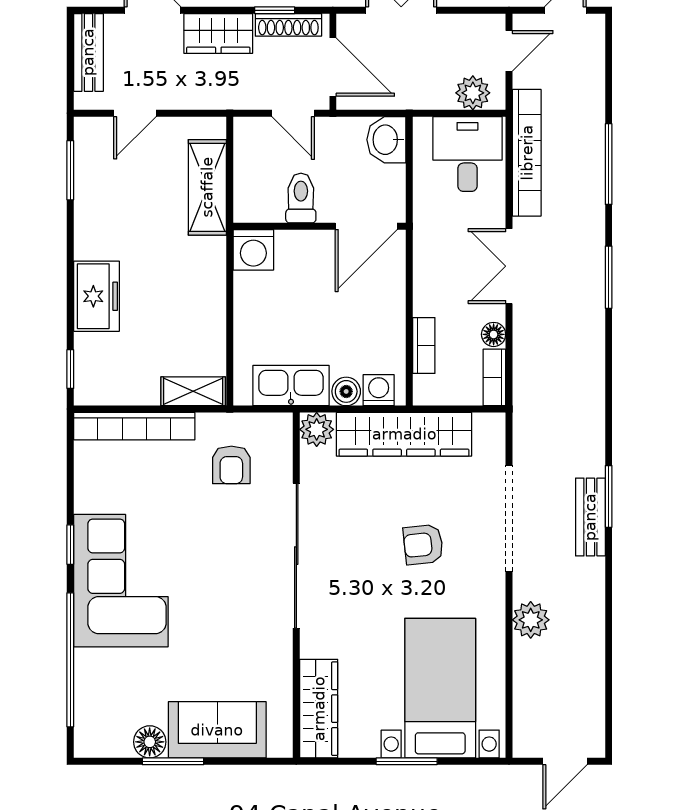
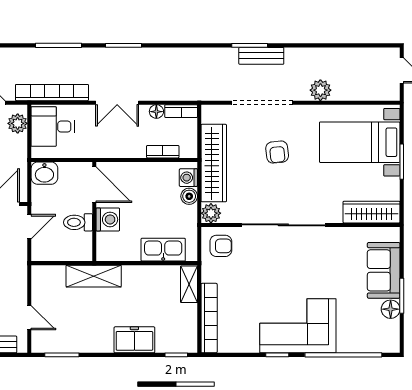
shelving: (207, 187) -> (94, 276), moved
washing machine: (253, 250) -> (108, 219), moved
kitchen sink: (291, 386) -> (163, 250), moved, turned 90
armchair: (231, 465) -> (221, 246), moved

